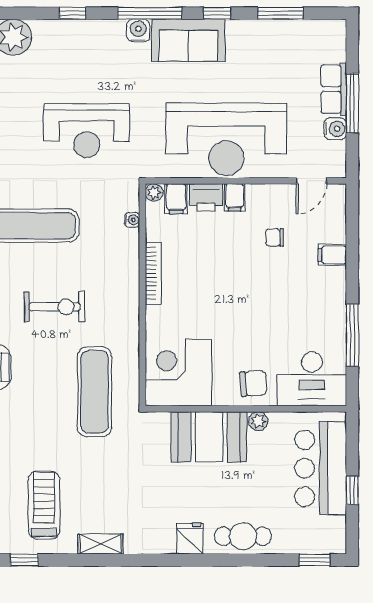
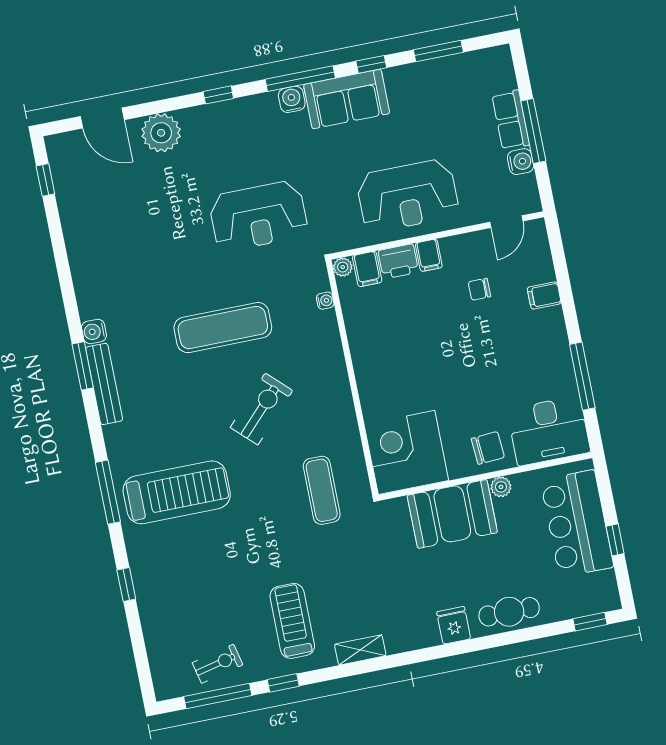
reception desk: (226, 139) -> (408, 196), width x0.74, depth x0.77
bookcase: (153, 273) -> (359, 353), removed
exercise bike: (55, 307) -> (262, 409), turned -46
exercise mat: (94, 392) -> (322, 490), width x0.73, depth x0.69

